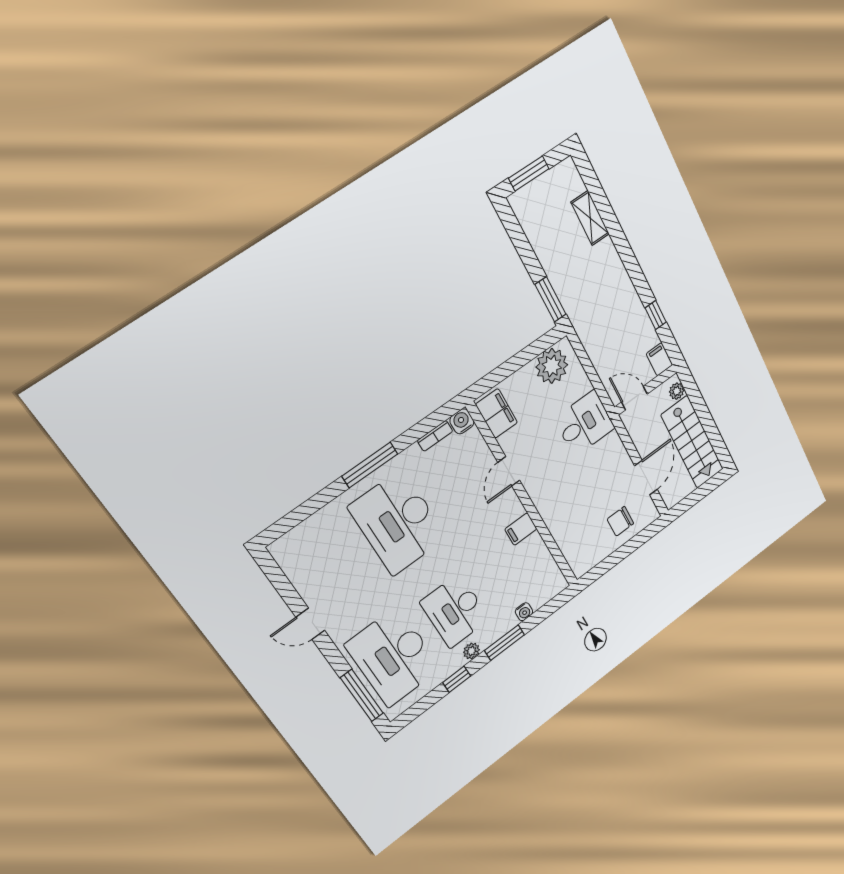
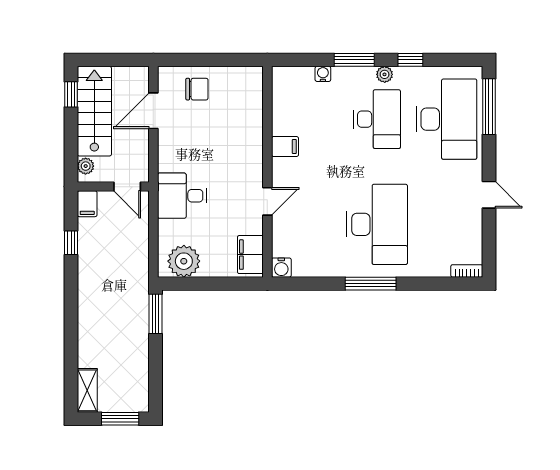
shelving: (590, 218) -> (87, 390), moved
bookcase: (435, 436) -> (467, 271), moved
window: (717, 442) -> (71, 94), added

